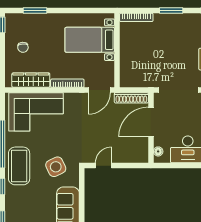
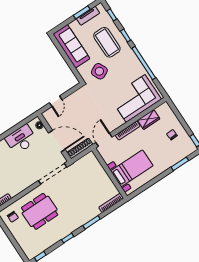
wardrobe: (31, 80) -> (149, 120), width x0.67
door: (151, 122) -> (57, 141), hinge flipped
coffee table: (19, 166) -> (107, 42), moved
door: (104, 166) -> (56, 101), moved

